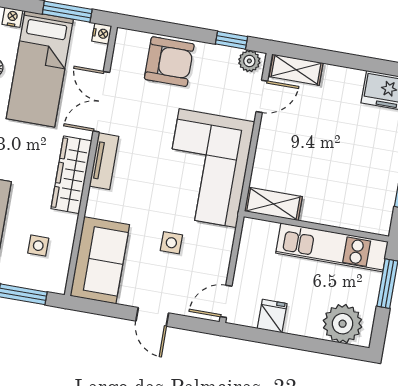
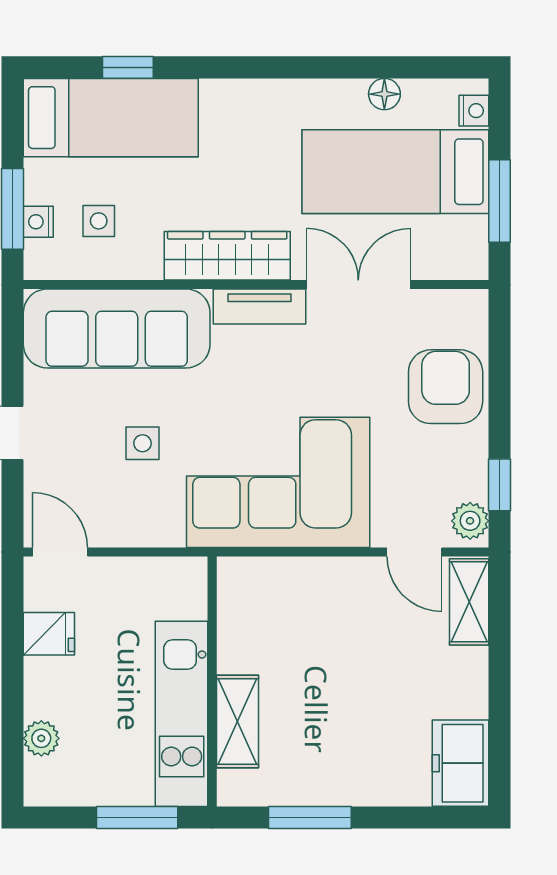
nightstand: (102, 34) -> (38, 222), moved, turned 90
armchair: (169, 62) -> (446, 387), turned 180
shelving: (273, 204) -> (237, 721), moved
sofa: (100, 260) -> (117, 328), width x1.36
plant: (343, 324) -> (41, 738), width x0.53, depth x0.53

